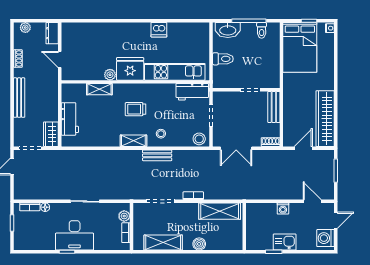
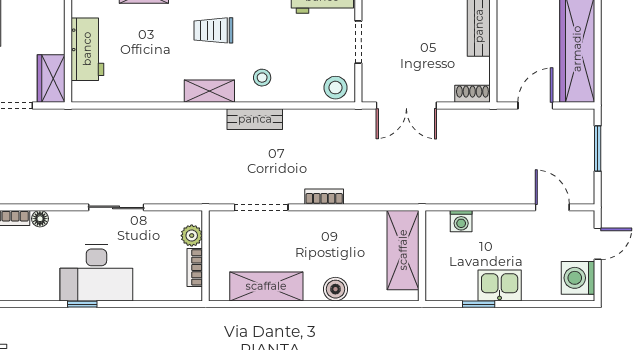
washing machine: (283, 209) -> (461, 221), moved
shelving: (220, 211) -> (403, 250), moved, turned 90

